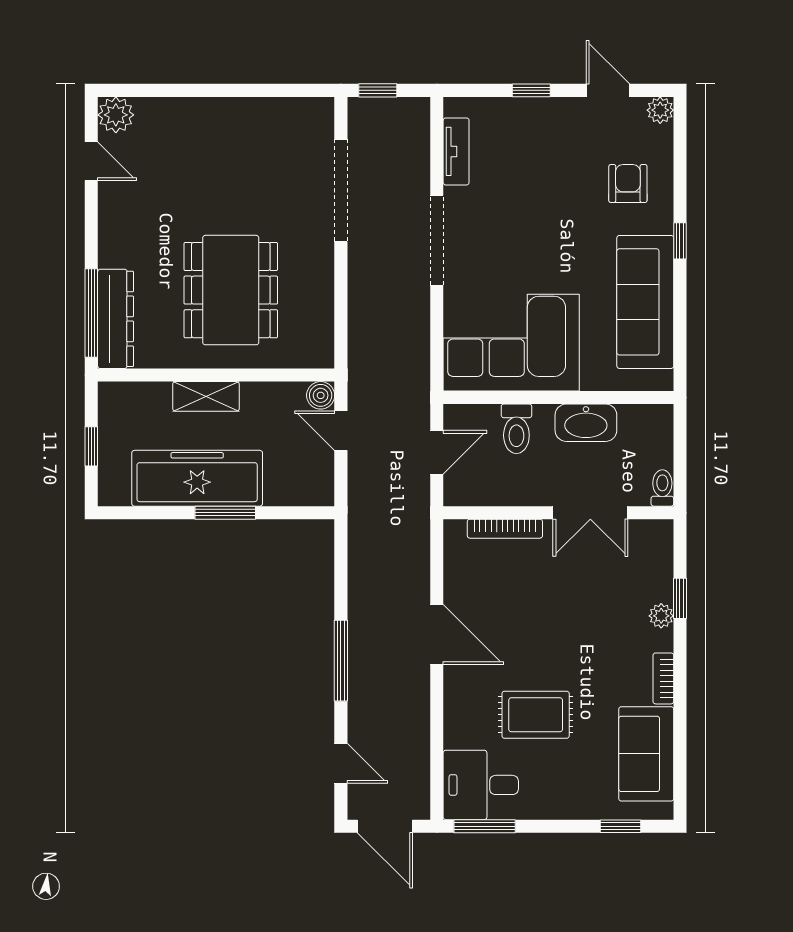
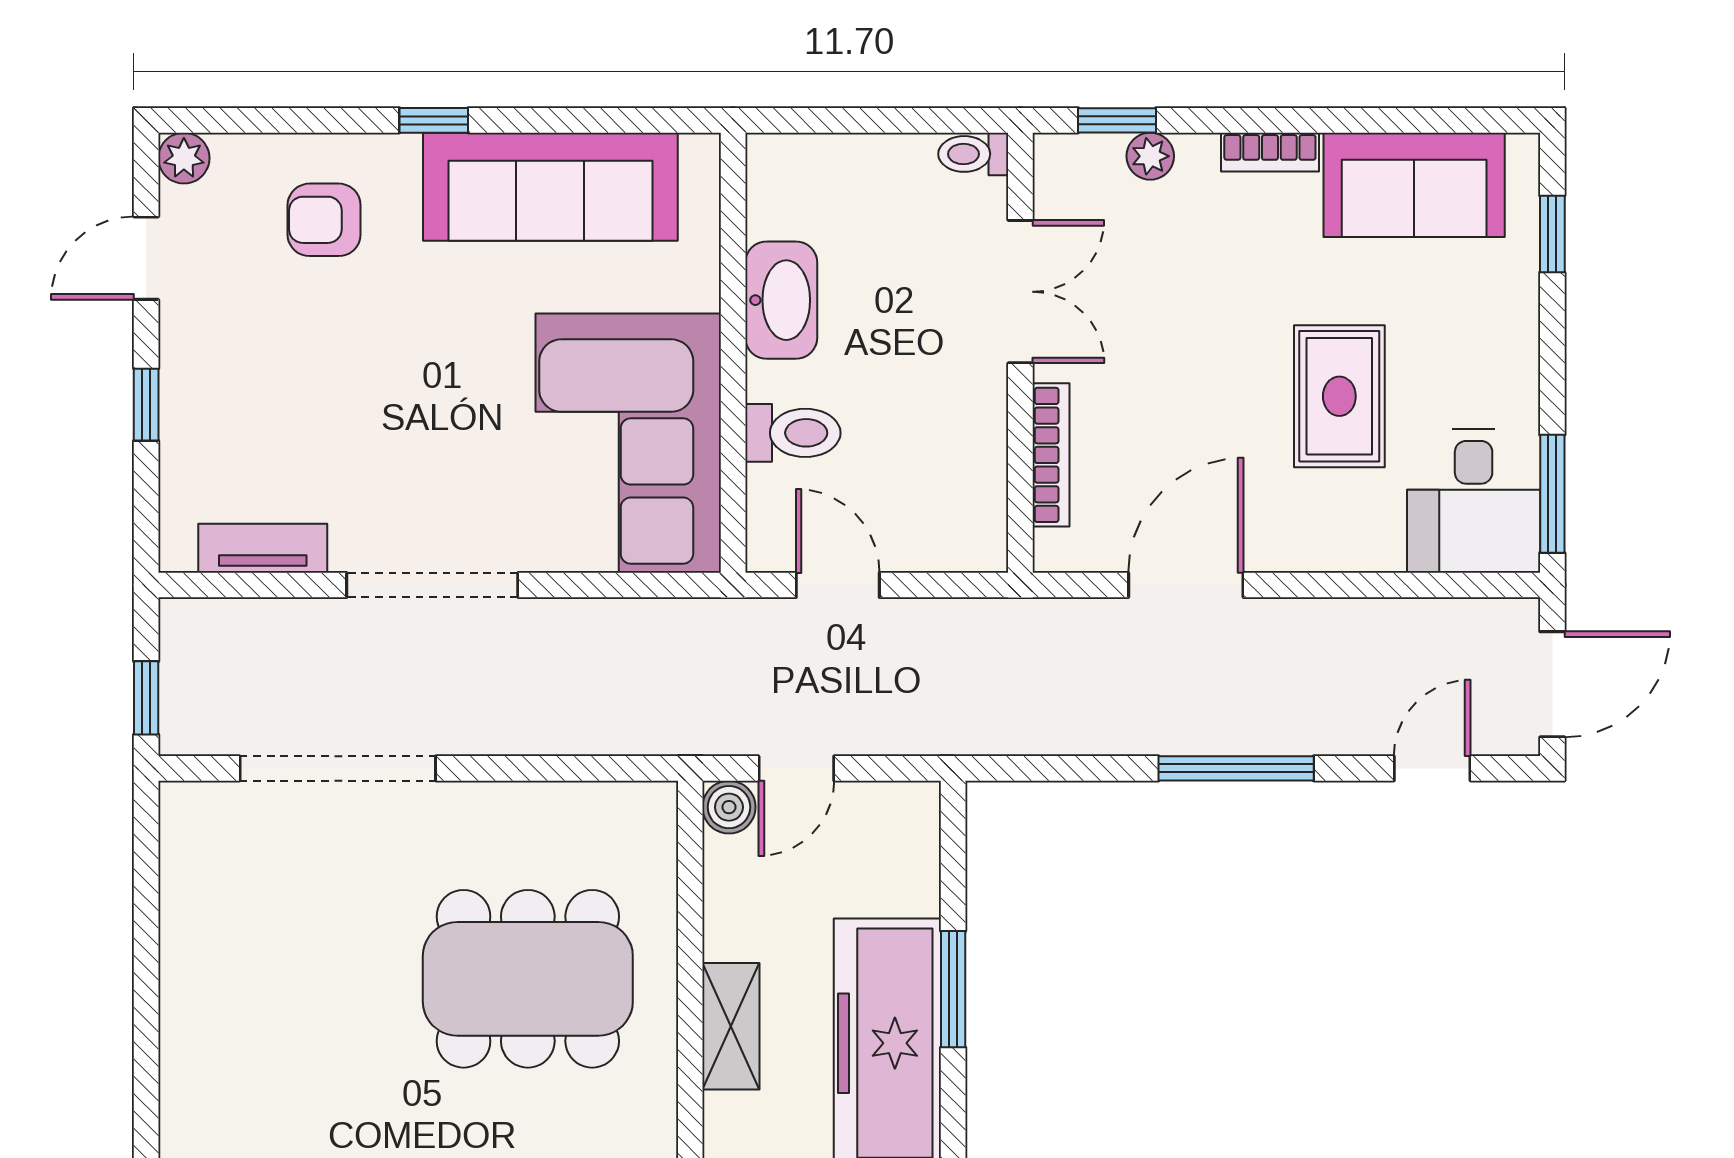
toilet: (662, 488) -> (973, 154), moved
wall: (558, 513) -> (1020, 353), moved
double door: (590, 513) -> (1020, 292), moved
bookcase: (505, 529) -> (1051, 455), moved

